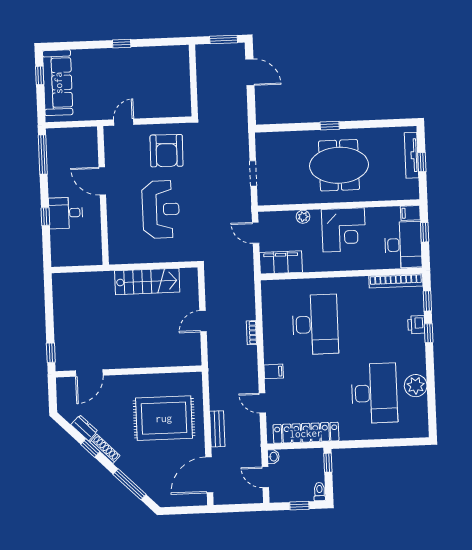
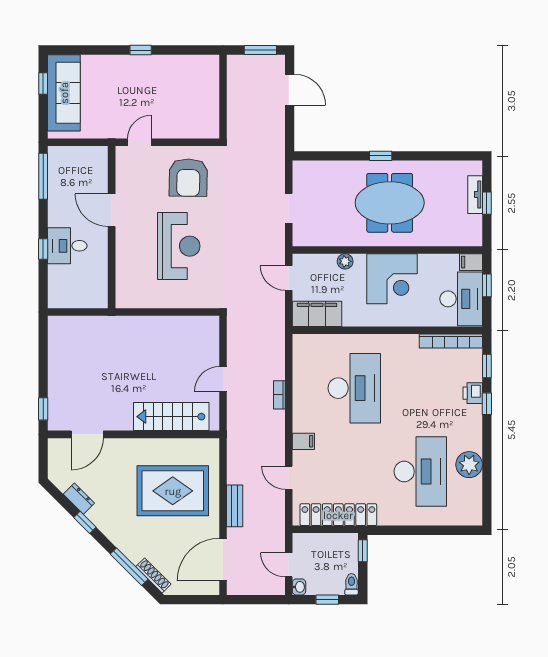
tv unit: (411, 155) -> (475, 195), width x0.71
stairs: (147, 281) -> (171, 417), moved, turned 180
shoe rack: (105, 449) -> (153, 575), moved
washbasin: (273, 457) -> (299, 587), moved

